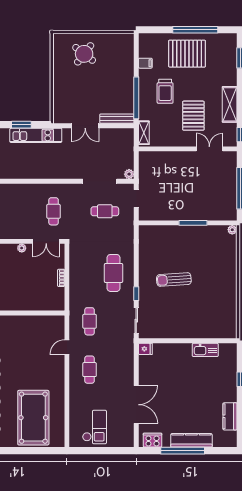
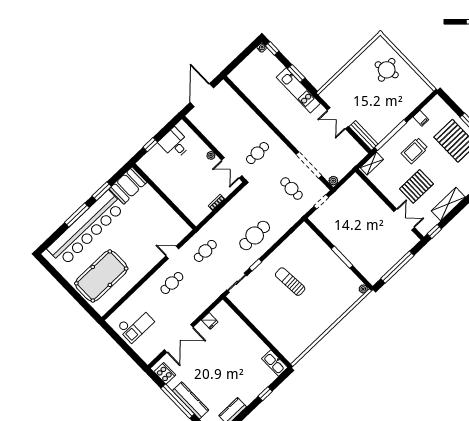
round table: (84, 54) -> (387, 70), turned 37
fridge: (145, 349) -> (210, 321), moved
kitchen sink: (205, 350) -> (275, 363), moved

